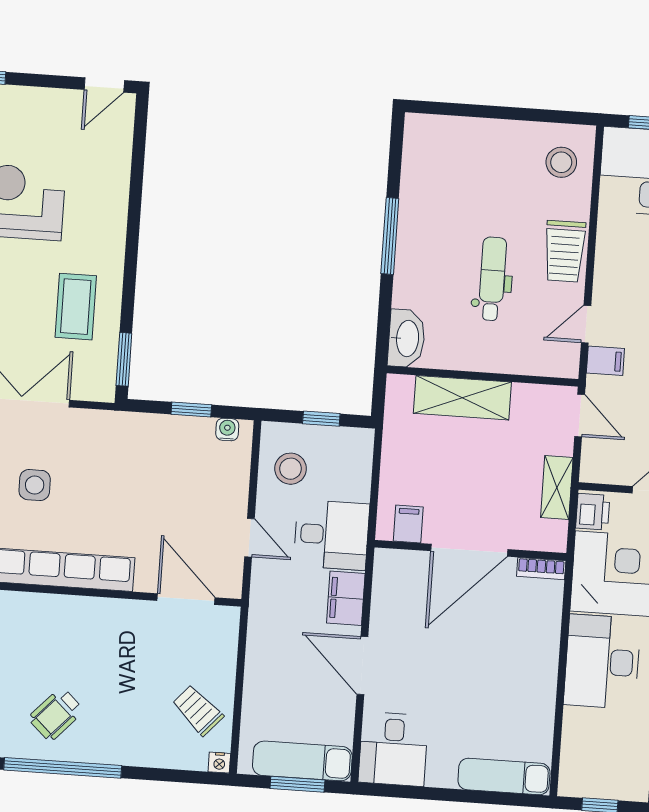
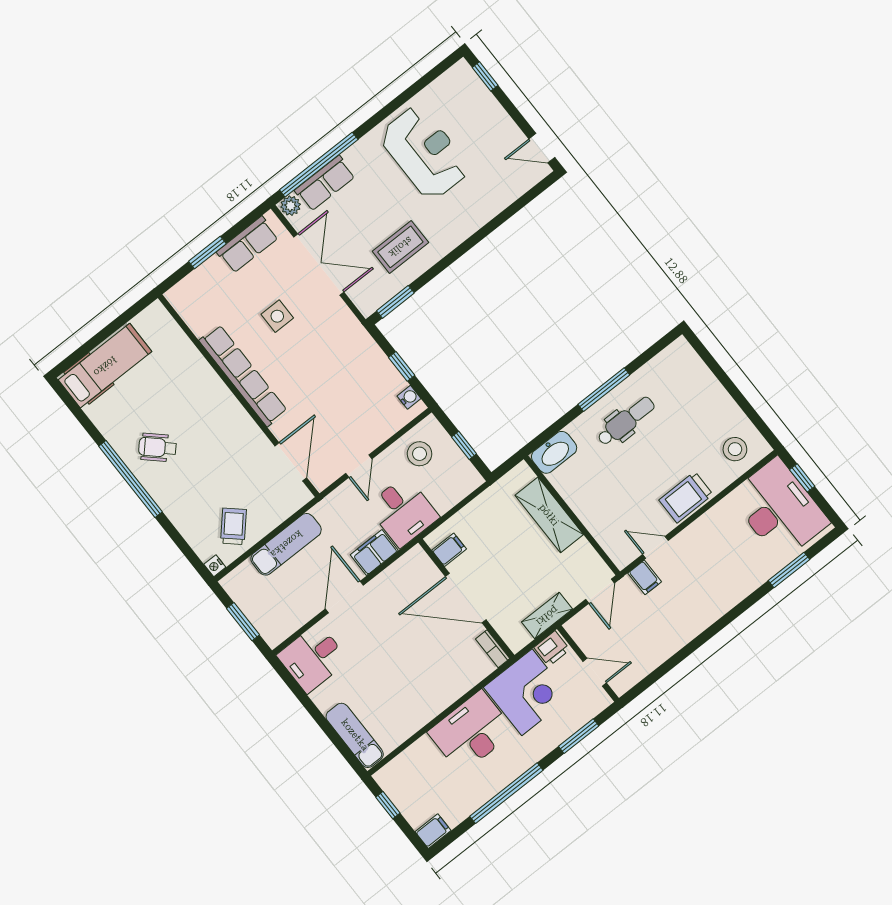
dental chair: (492, 279) -> (626, 421), moved
exam couch: (302, 761) -> (286, 544), moved, turned 90

